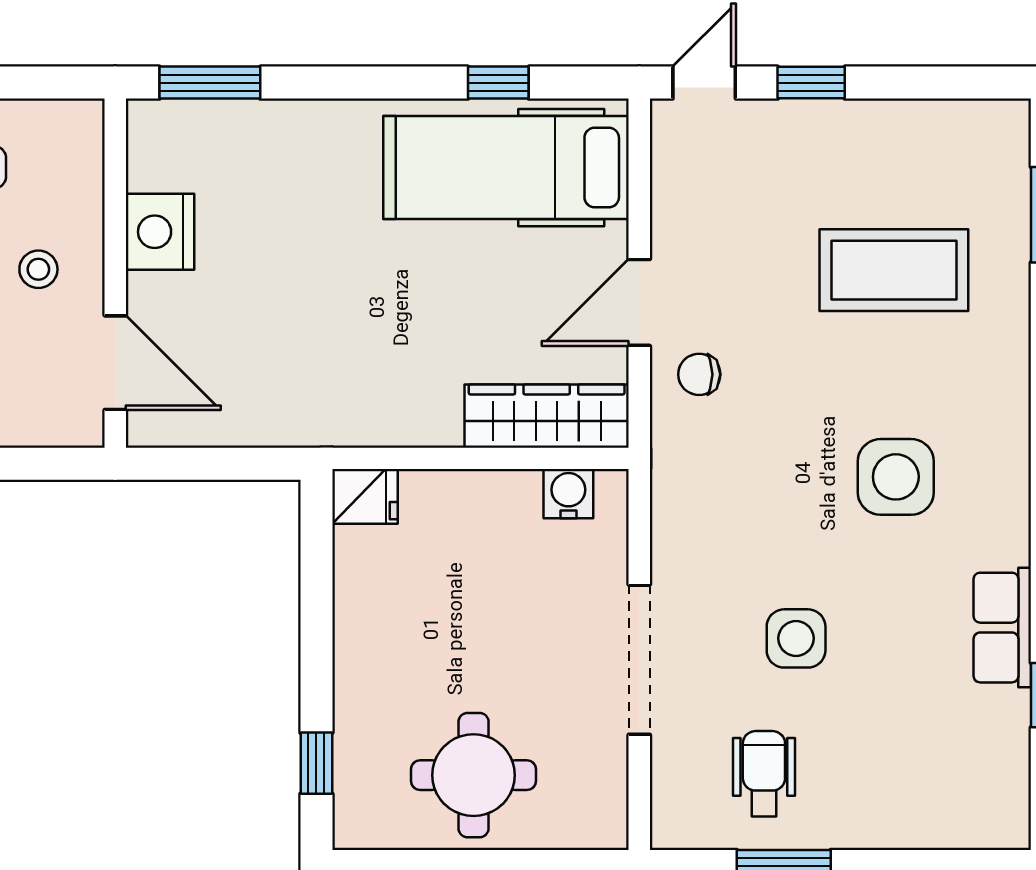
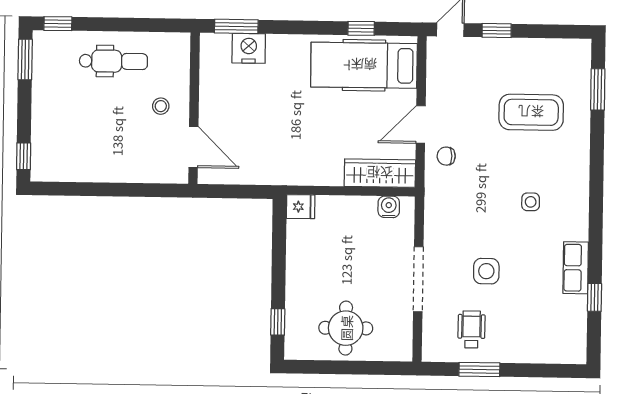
nightstand: (160, 232) -> (249, 48), moved, turned 90
side table: (896, 477) -> (531, 202), width x0.54, depth x0.54

